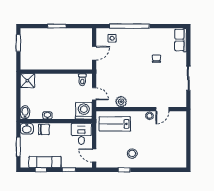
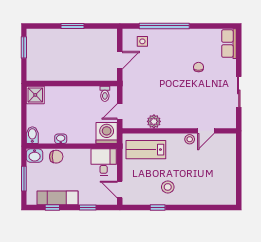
door: (94, 94) -> (120, 112), swing flipped

